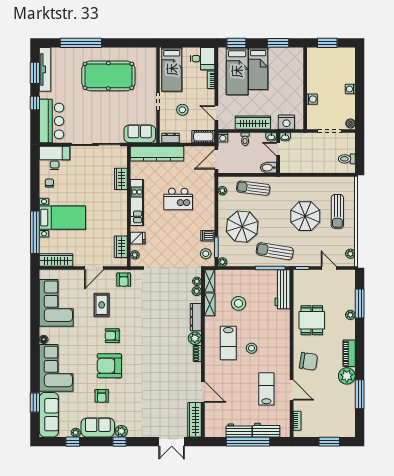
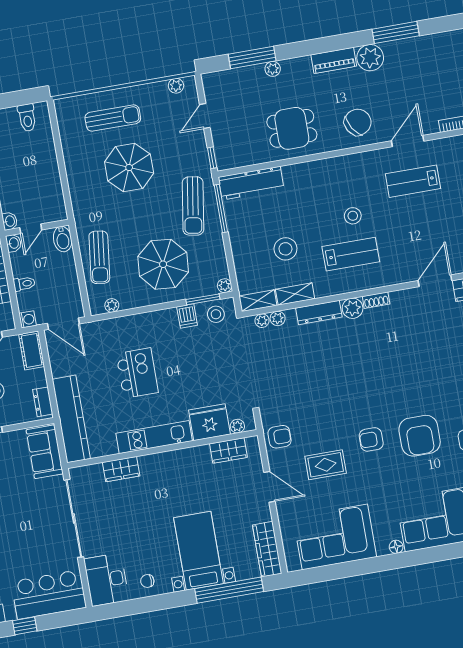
fridge: (138, 238) -> (209, 422), width x1.88, depth x1.34
armchair: (112, 336) -> (371, 439), turned 90
chair: (308, 361) -> (358, 122), turned 49

